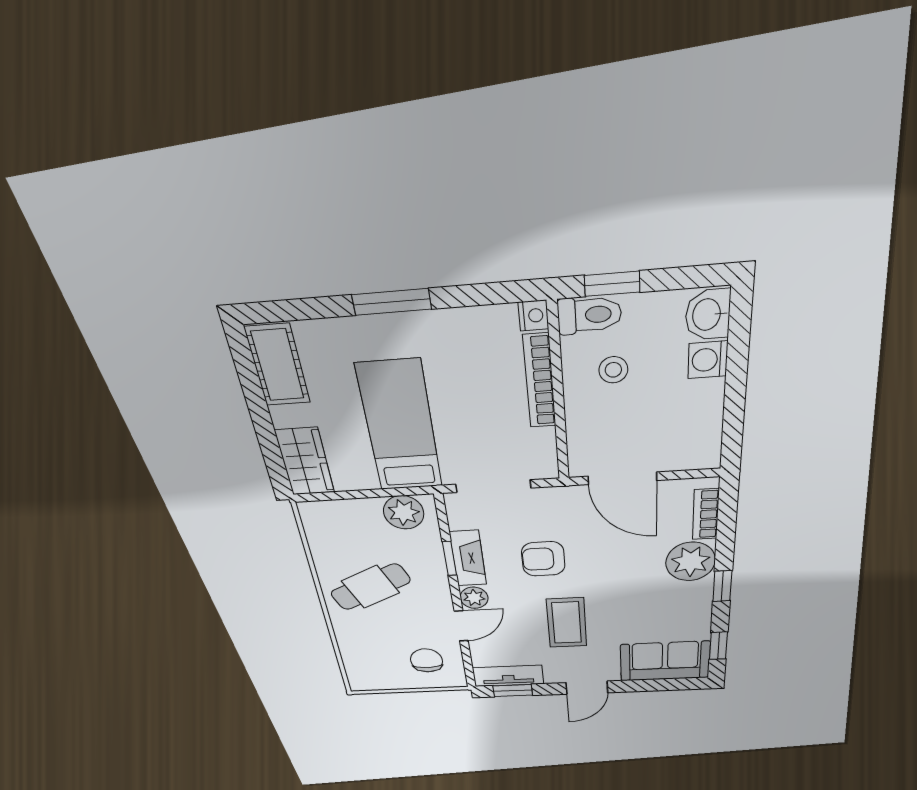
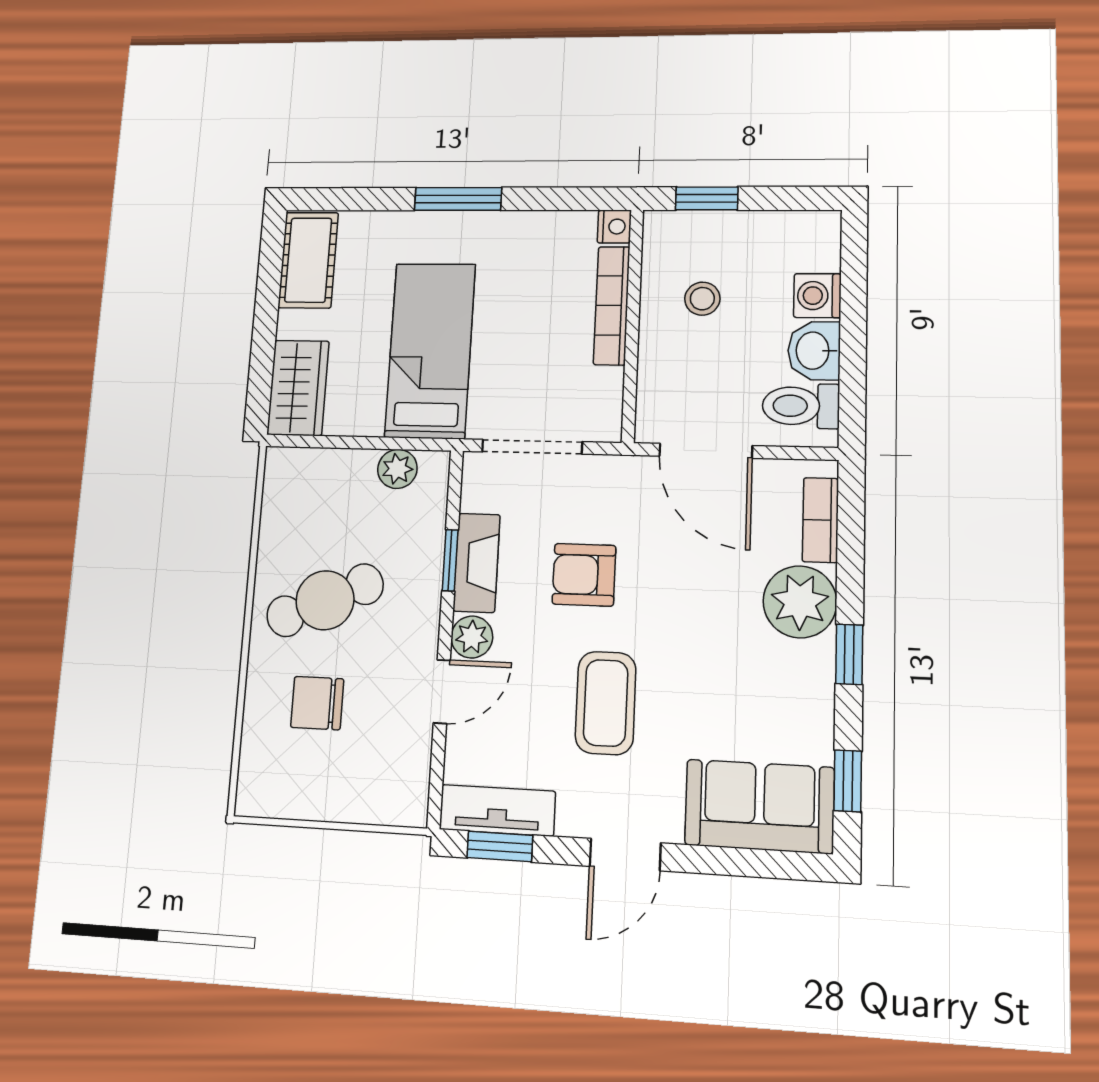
toilet: (589, 315) -> (801, 406), moved, turned 180
washbasin: (708, 315) -> (814, 351), moved
plant: (404, 512) -> (397, 469), width x0.73, depth x0.73
chair: (427, 660) -> (317, 703), moved, turned -90

